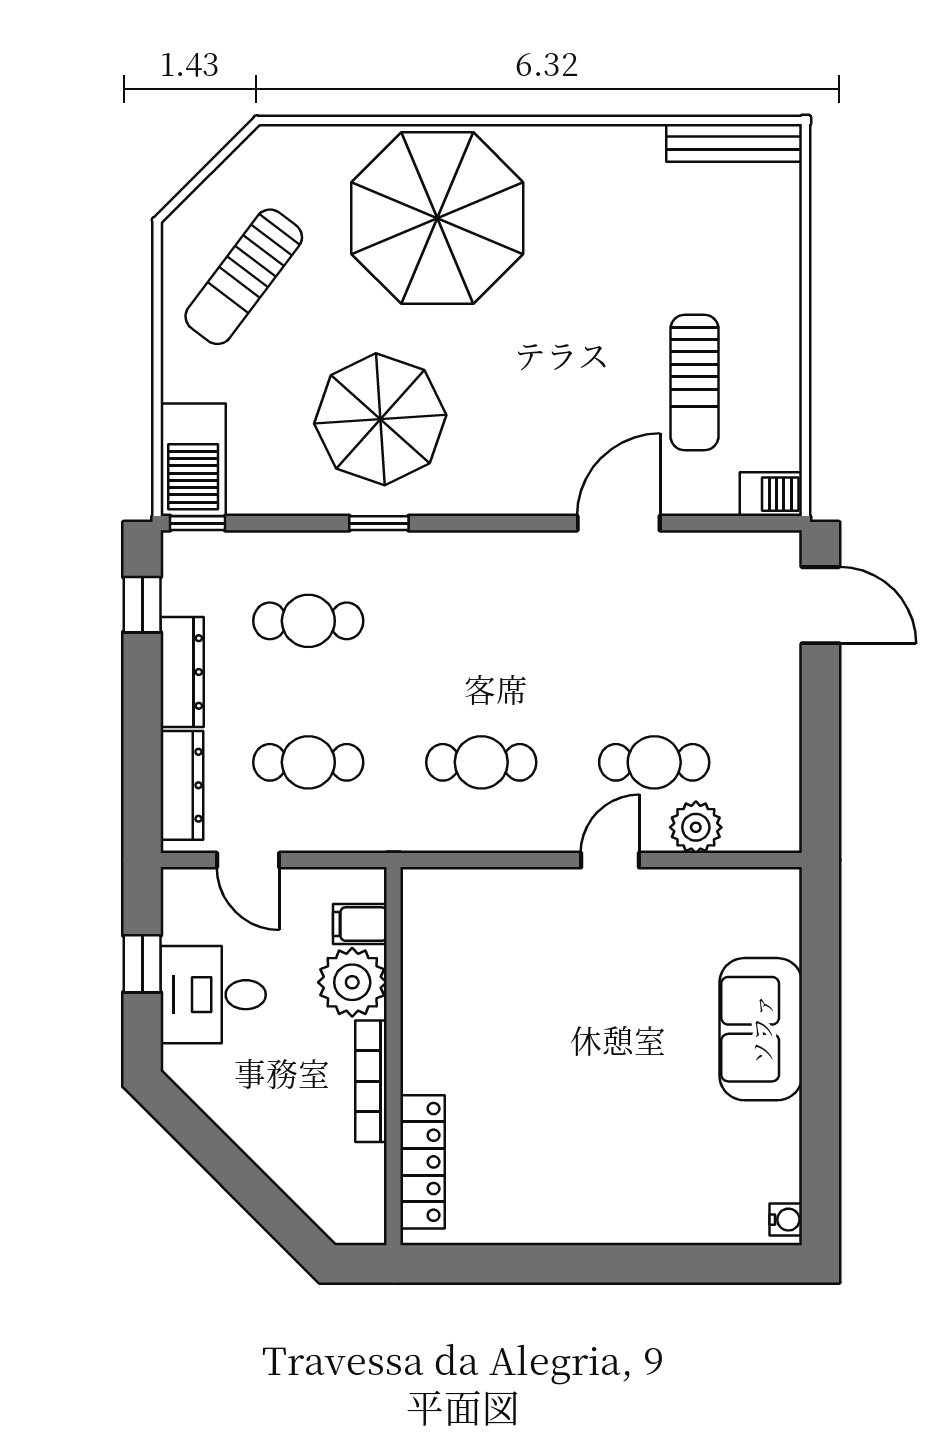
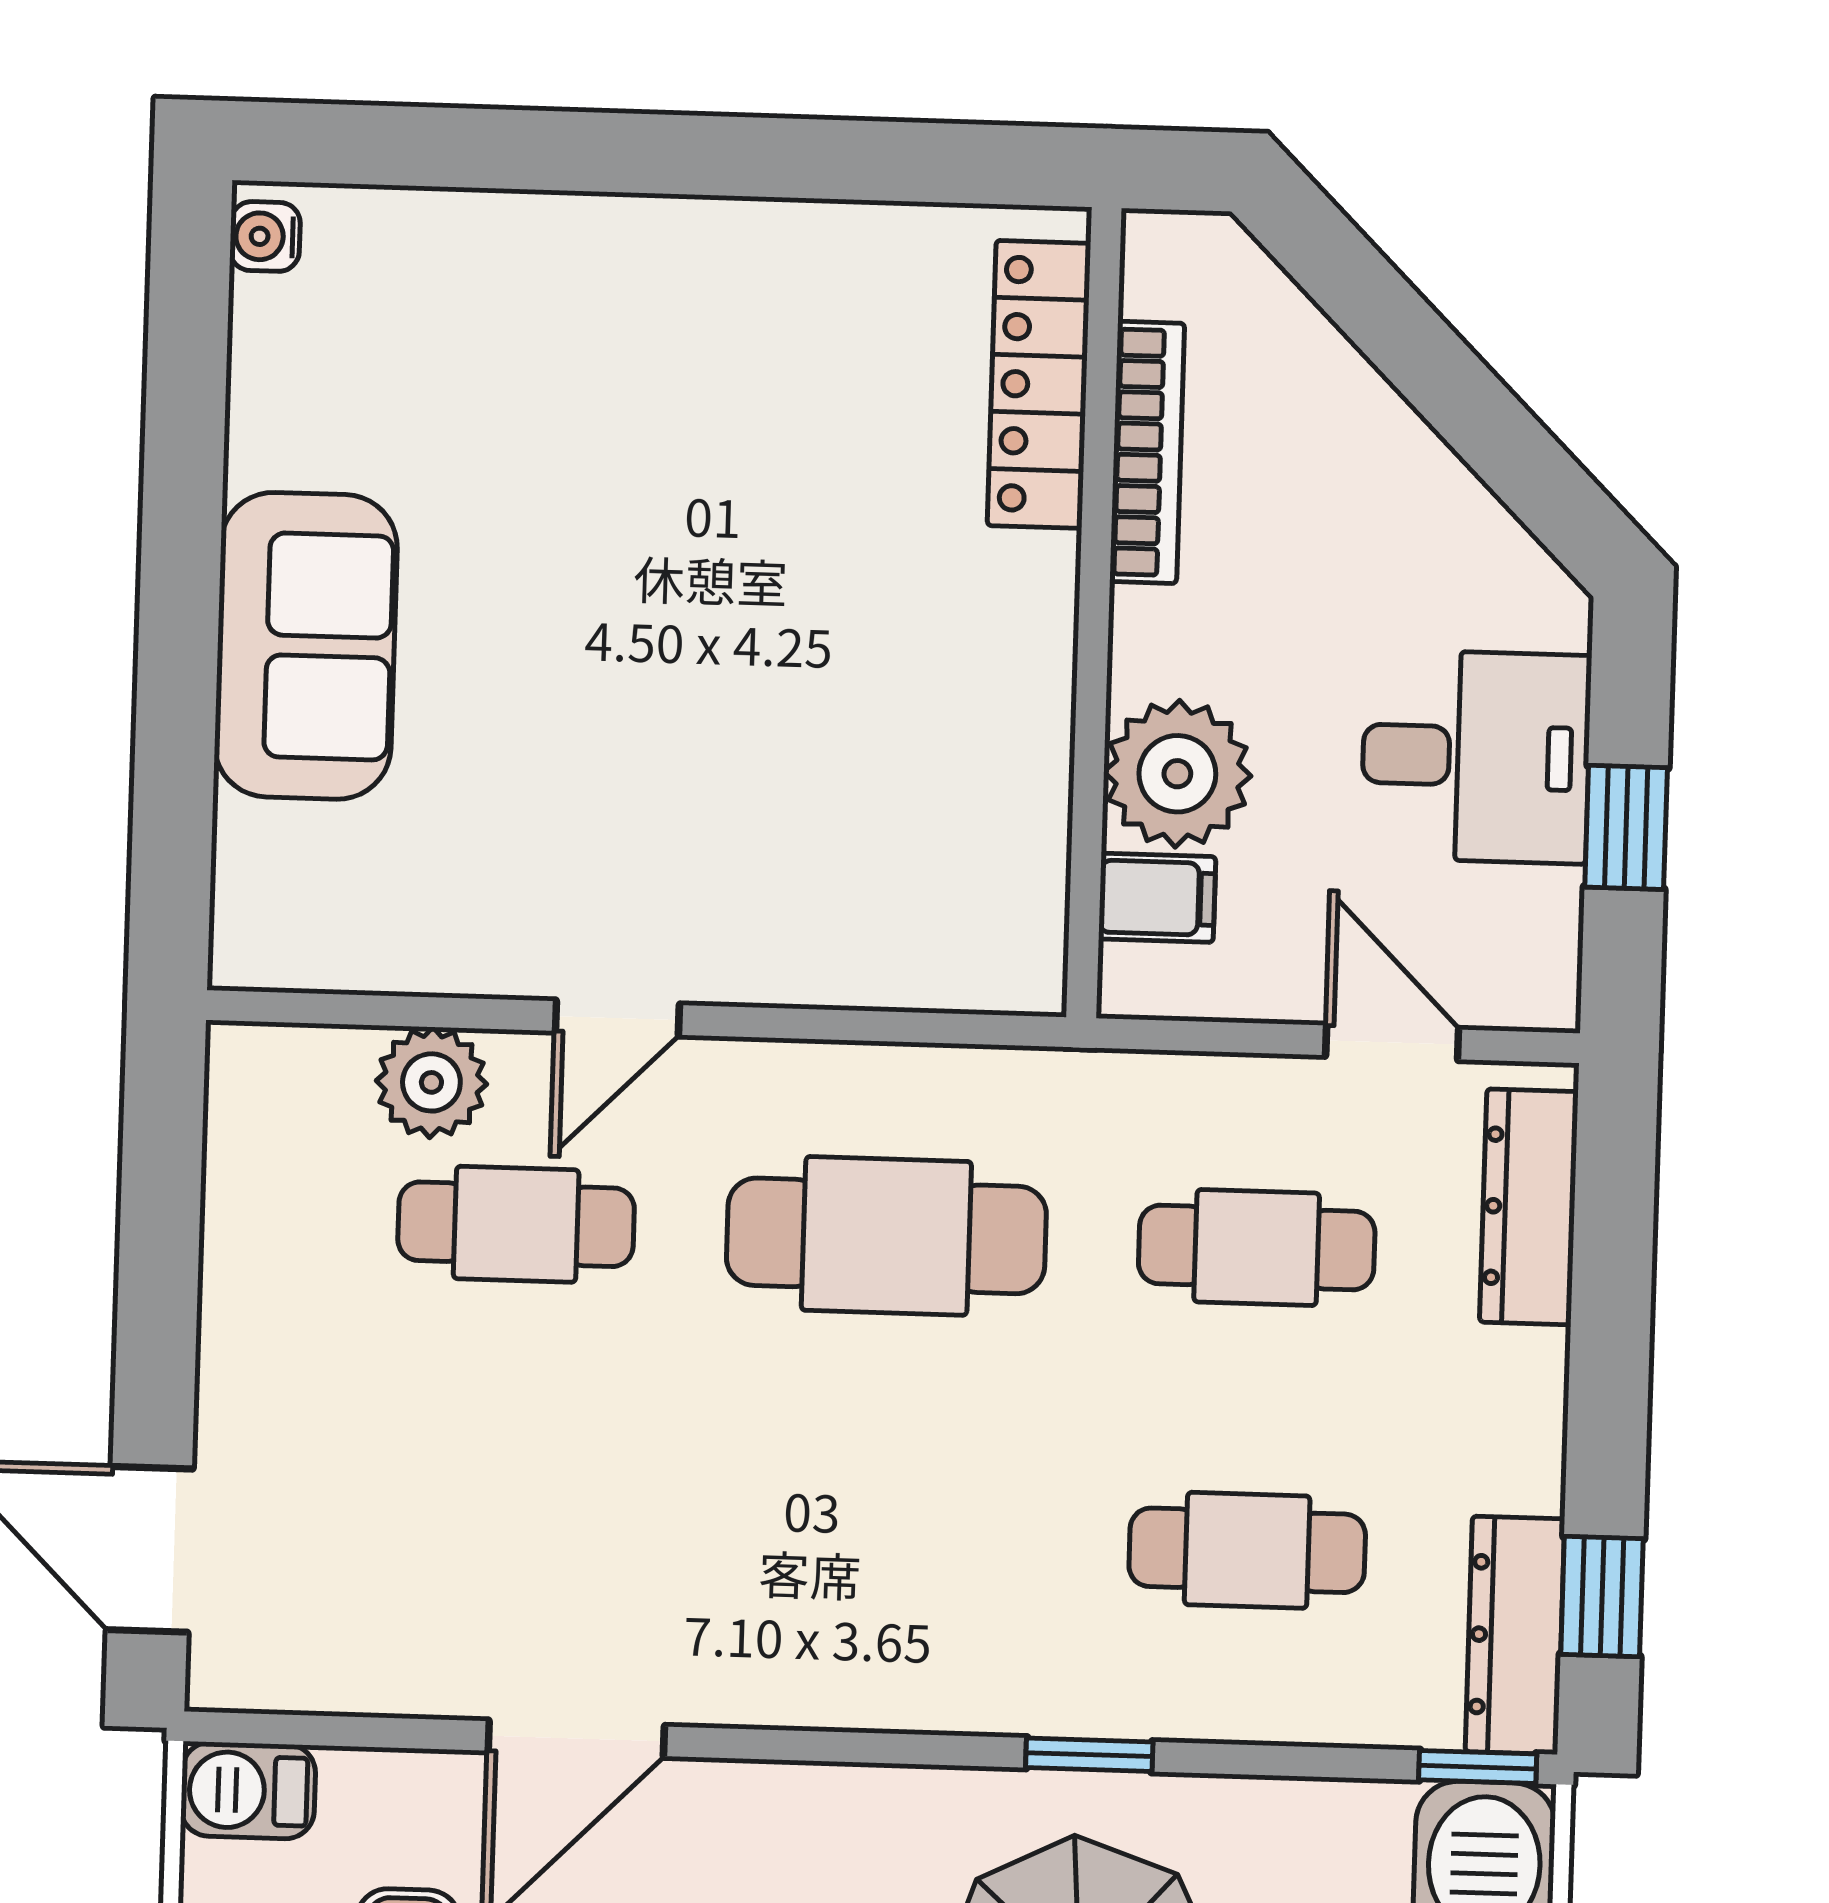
dresser: (182, 672) -> (1515, 1635), moved
cafe table: (481, 762) -> (886, 1236), width x1.37, depth x1.35
bookcase: (371, 1081) -> (1147, 452), moved

